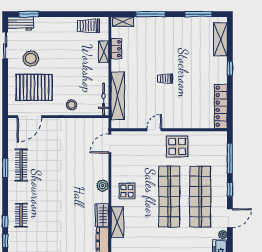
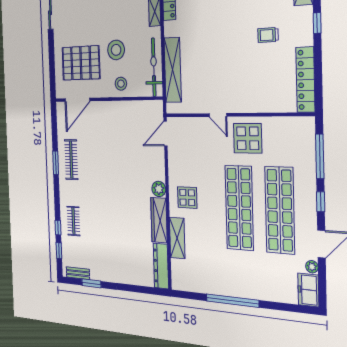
stool: (31, 59) -> (116, 50), moved
trolley: (165, 79) -> (268, 35), moved
bicycle: (103, 99) -> (154, 67), width x1.37, depth x1.40
door: (154, 130) -> (218, 115), swing flipped
wardrobe: (102, 215) -> (159, 220), width x1.50

